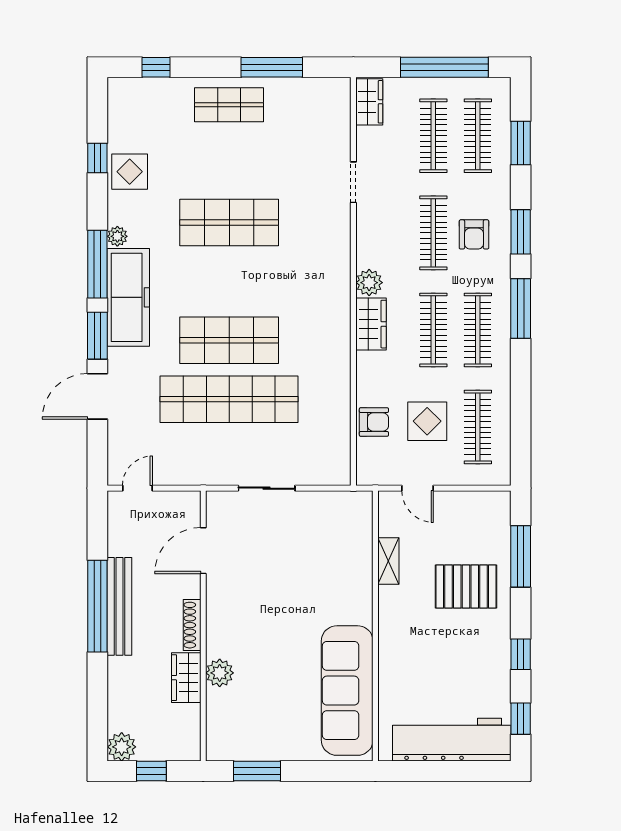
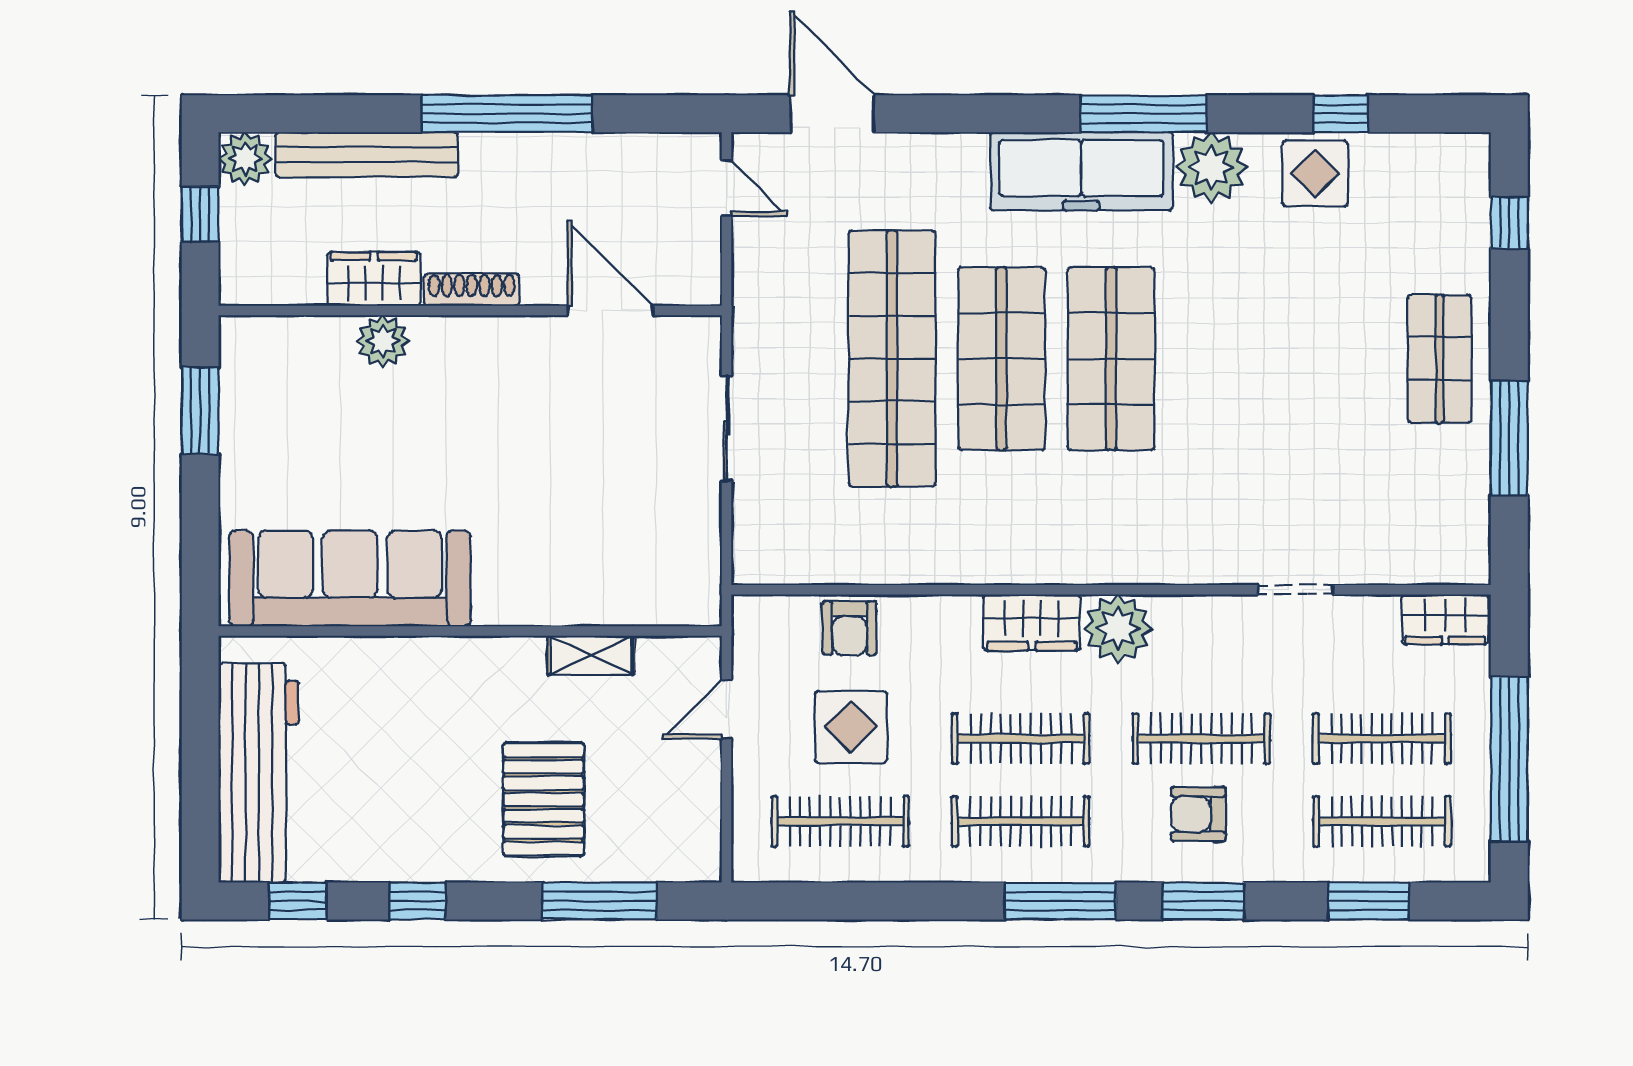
shop shelf: (229, 223) -> (1111, 359), moved
plant: (117, 236) -> (1211, 167), width x1.88, depth x1.88
plant: (369, 283) -> (1118, 628), width x1.36, depth x1.36
window: (97, 336) -> (1010, 114), removed
door: (97, 396) -> (832, 114), moved
bench: (119, 606) -> (367, 155), moved

